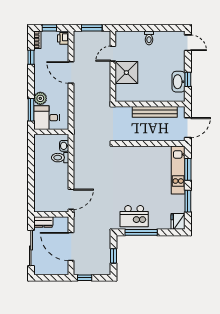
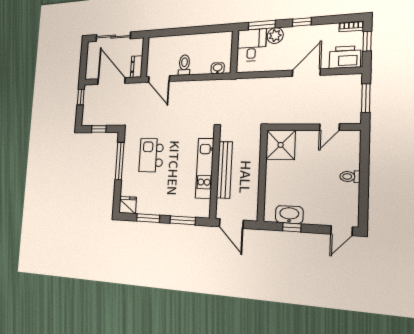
printer: (63, 38) -> (345, 57), width x1.87, depth x1.48
door: (113, 54) -> (329, 127), swing flipped
window: (31, 57) -> (302, 22), moved
shower: (126, 73) -> (281, 145), moved
bench: (155, 112) -> (224, 170), moved
toilet: (60, 158) -> (184, 65), moved
kitchen unit: (178, 170) -> (205, 168), moved, turned -90
kitchen island: (134, 216) -> (151, 155), moved
dresser: (43, 222) -> (137, 67), moved
door: (71, 247) -> (111, 81), hinge flipped

